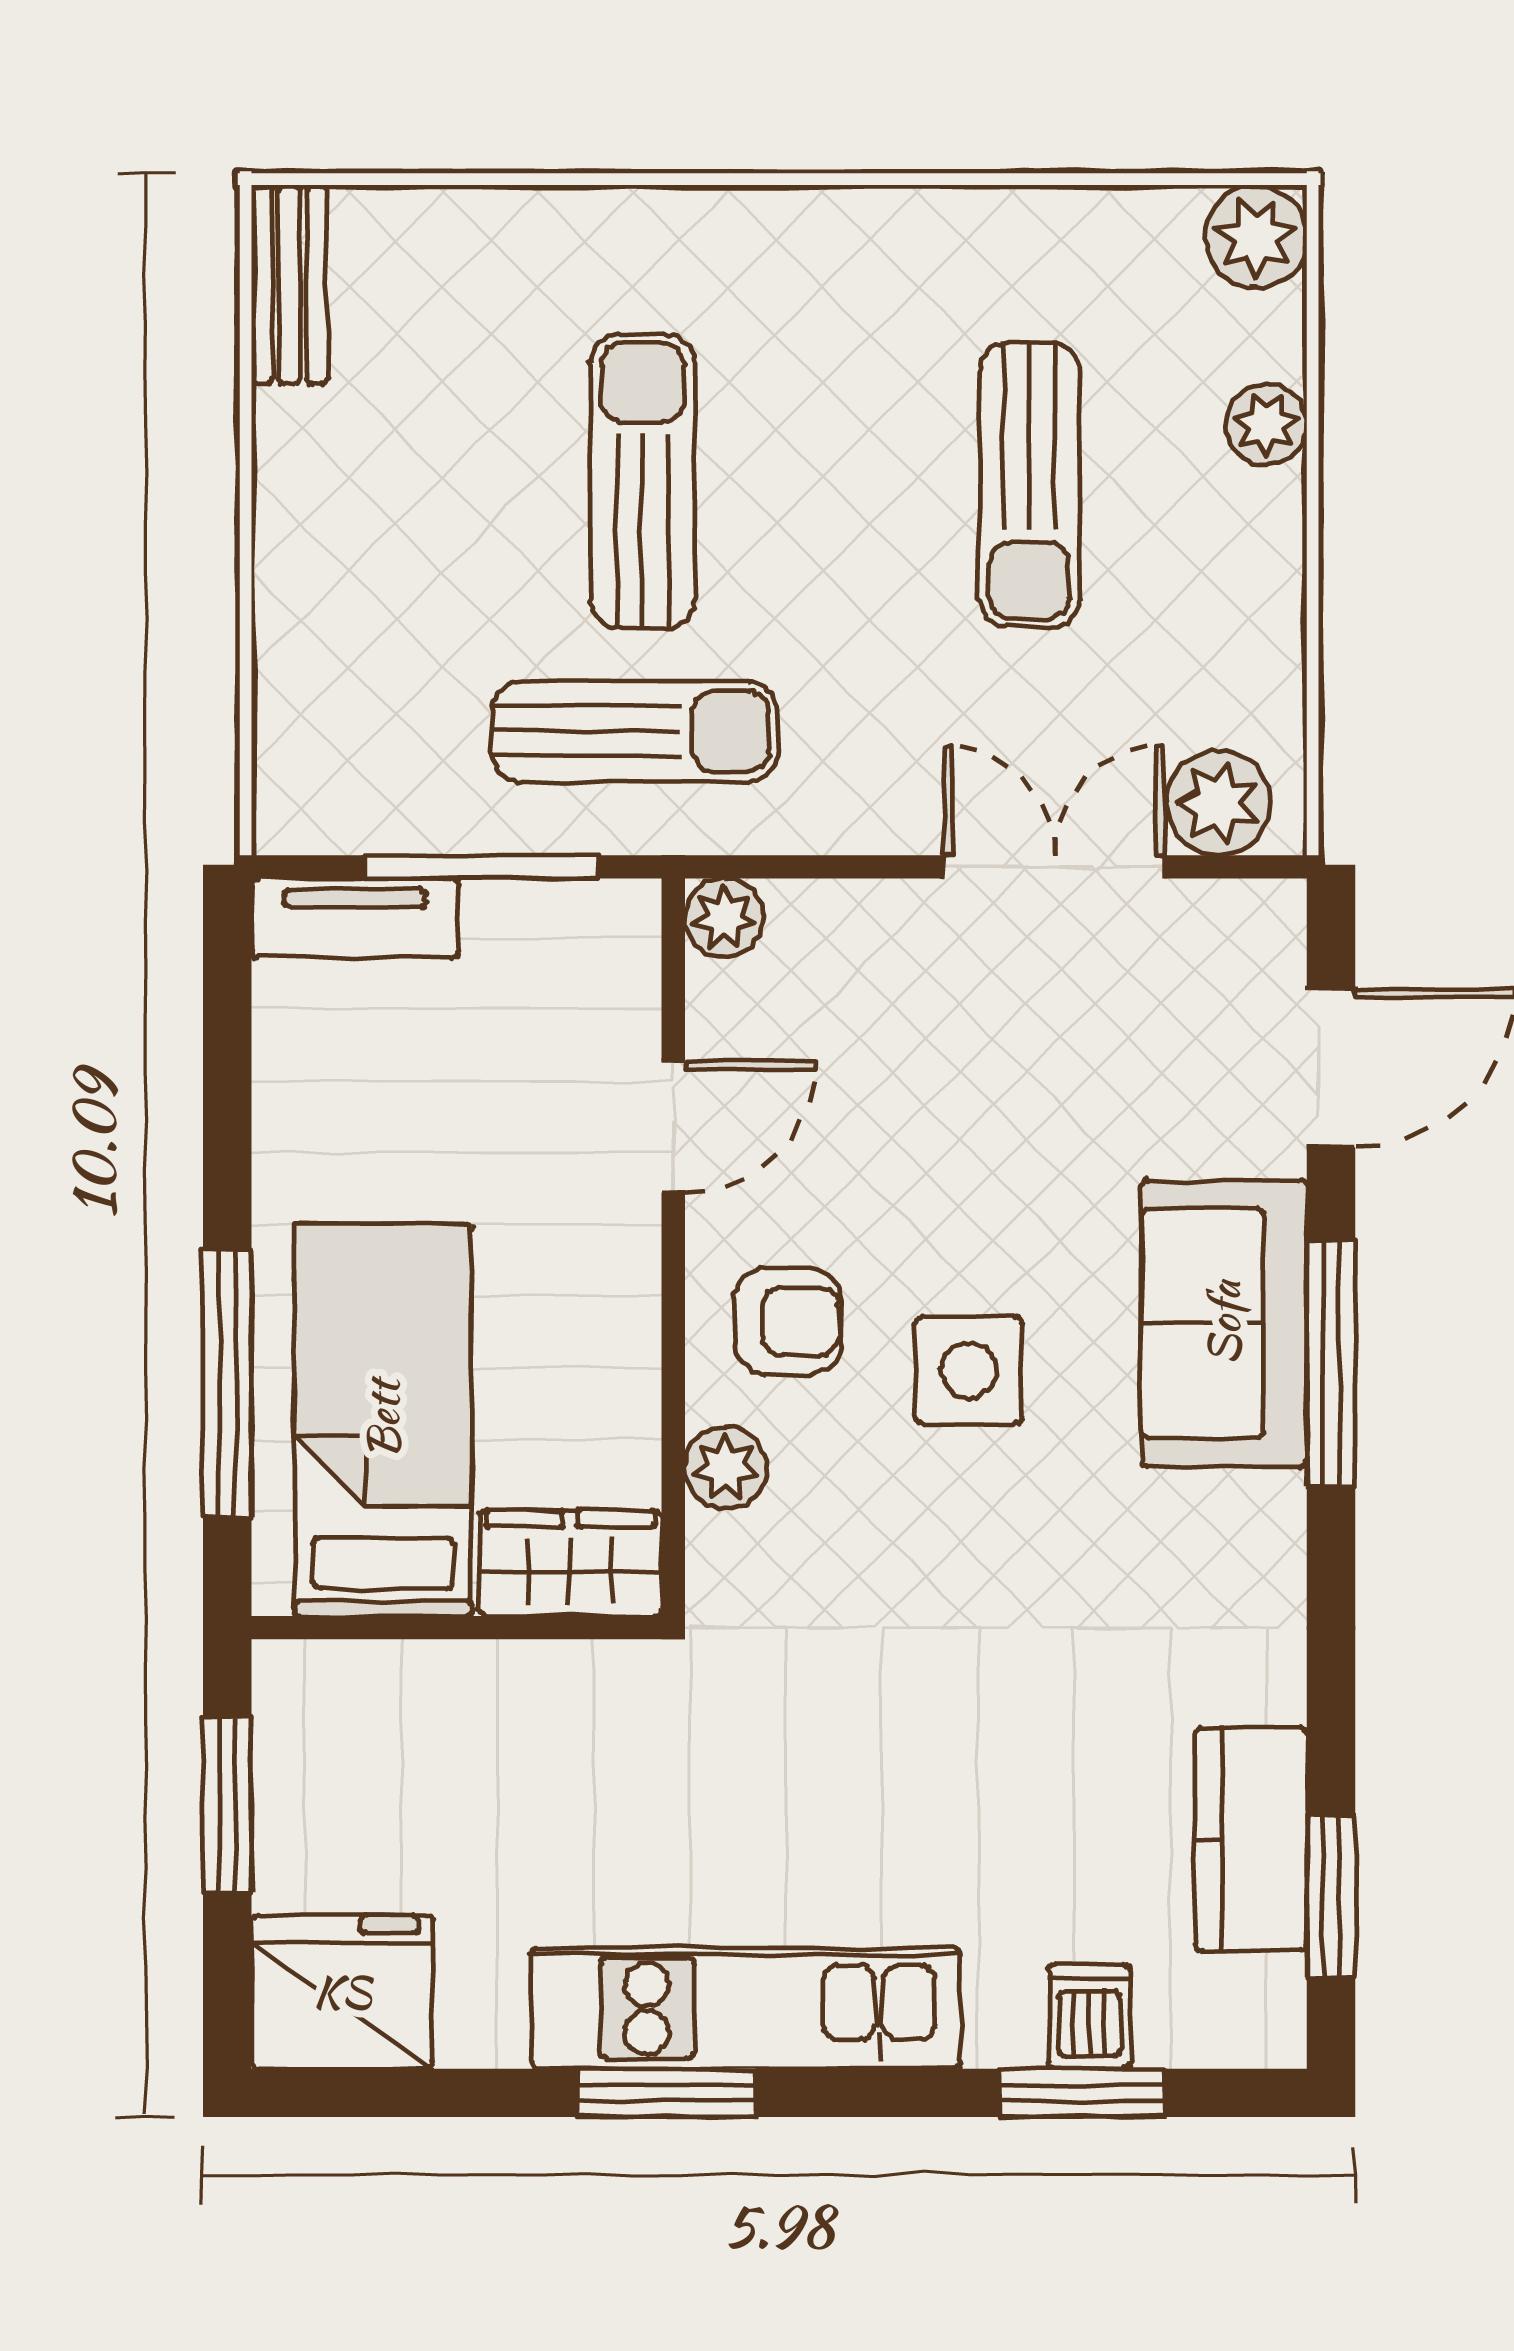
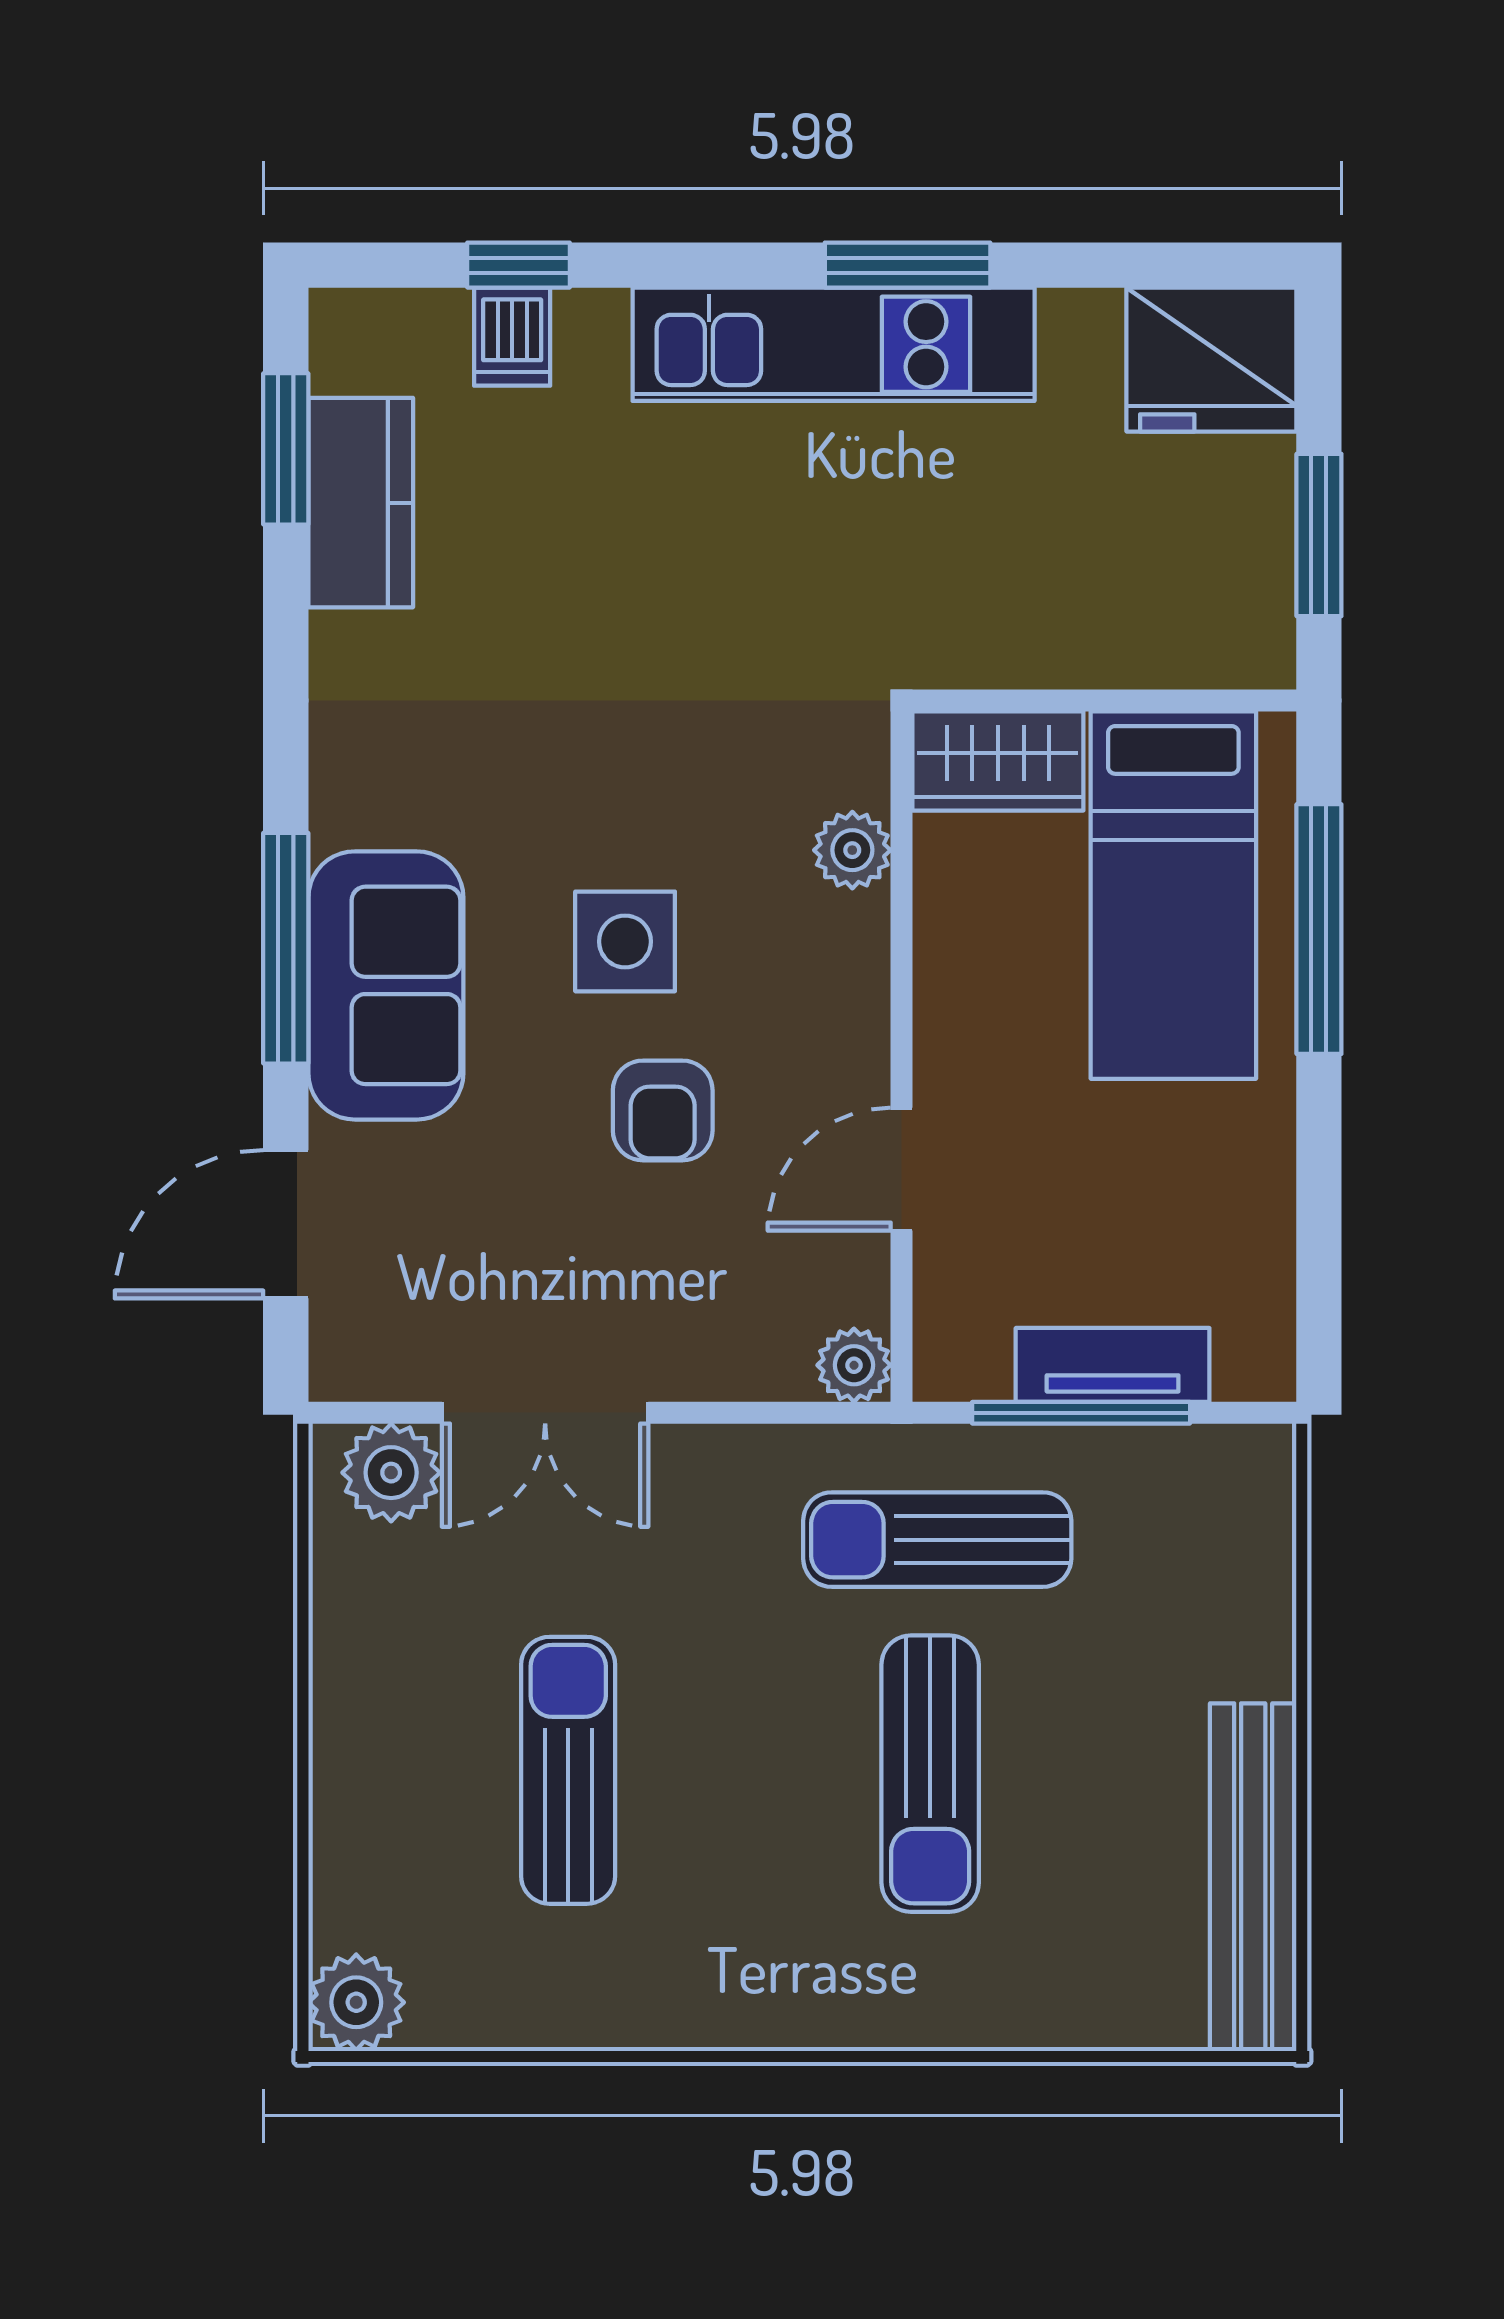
bench: (289, 285) -> (1253, 1877), width x1.86, depth x1.21
plant: (1266, 425) -> (346, 1827), removed
tv unit: (355, 918) -> (1113, 1365), moved
armchair: (788, 1321) -> (663, 1110), moved, turned -90
window: (1082, 2093) -> (519, 265), width x0.67

